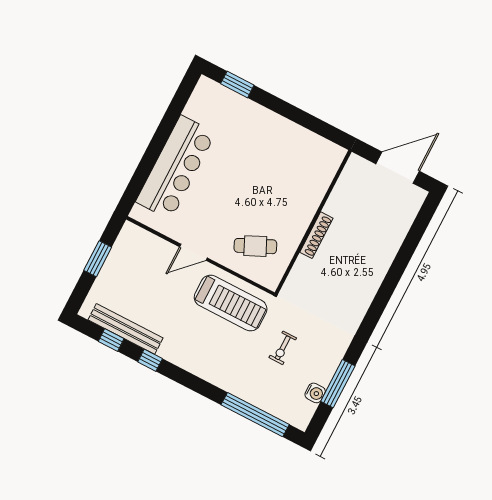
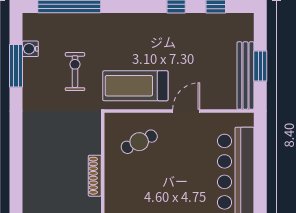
bench: (125, 329) -> (245, 75), moved, turned 90
exercise bike: (283, 348) -> (75, 72), width x1.38, depth x1.39

